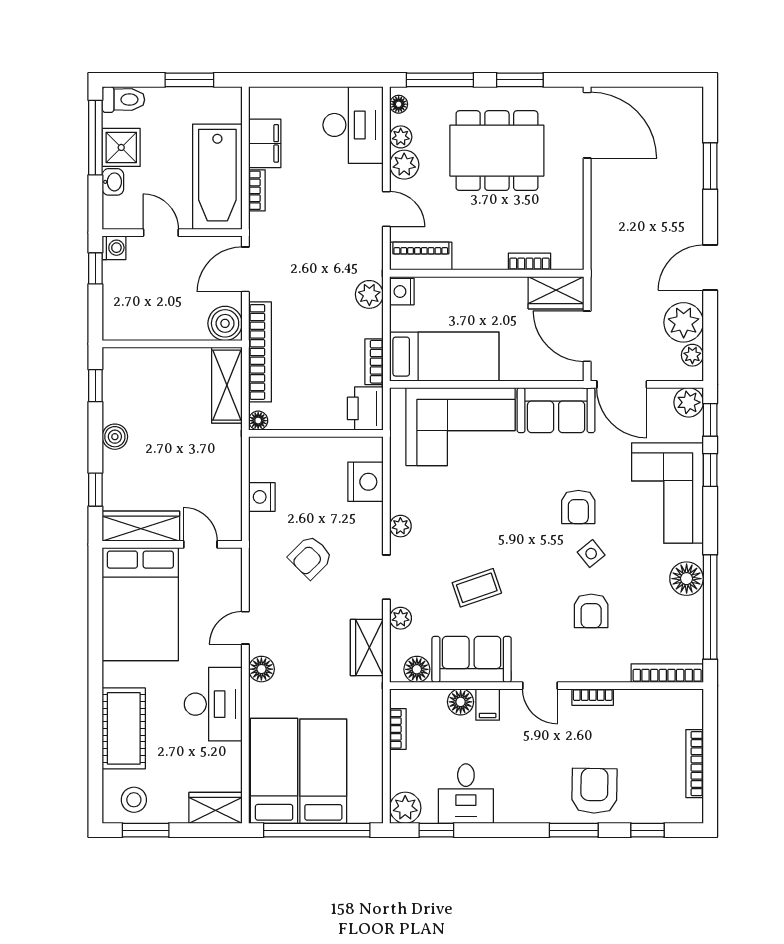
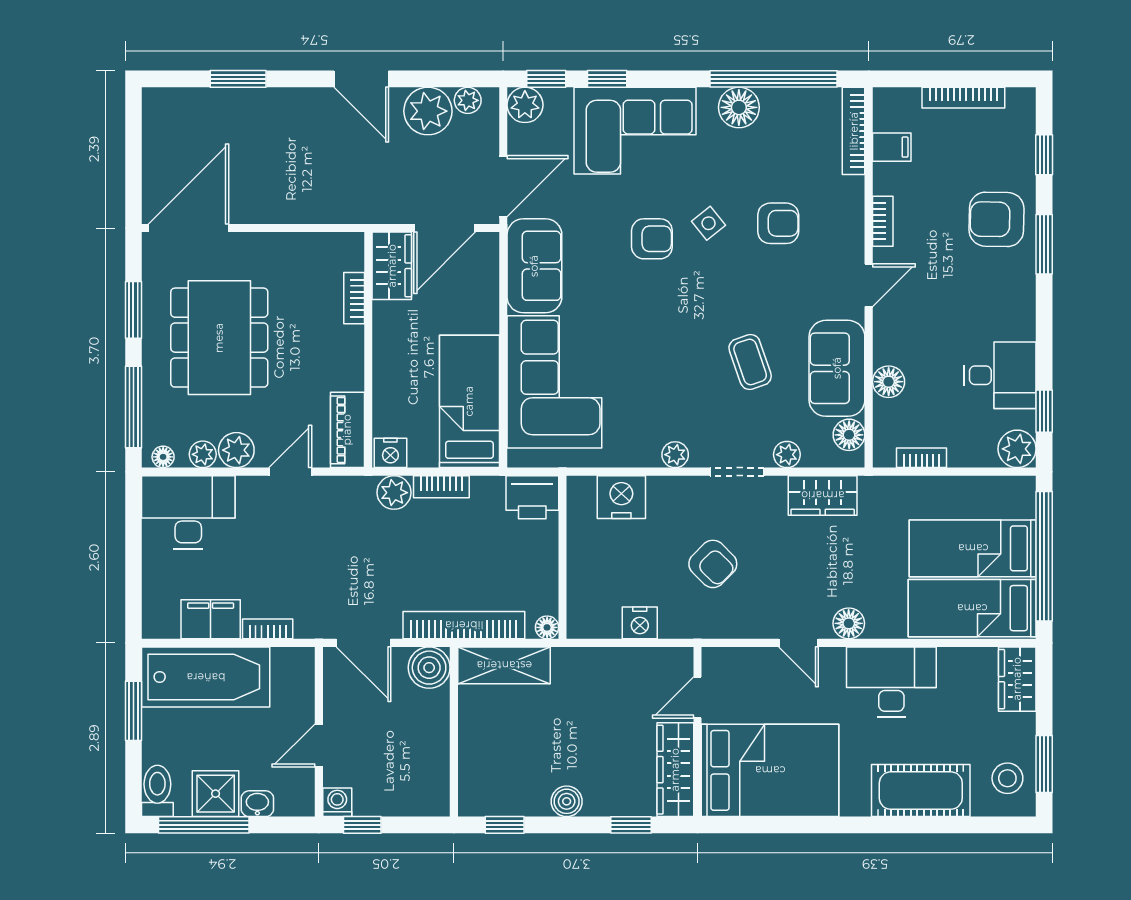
bathtub: (217, 177) -> (206, 677), moved
bookcase: (374, 362) -> (441, 487), moved
filing cabinet: (488, 704) -> (892, 147), moved

